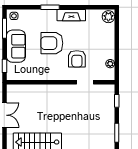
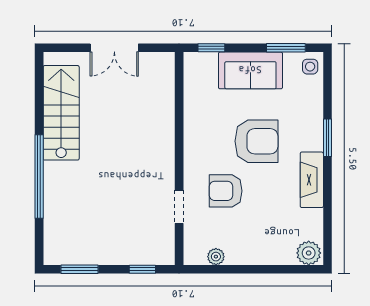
armchair: (52, 43) -> (256, 141), turned 90

